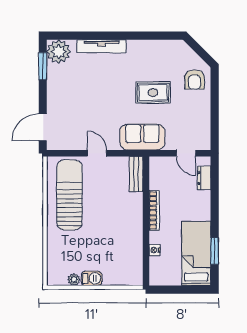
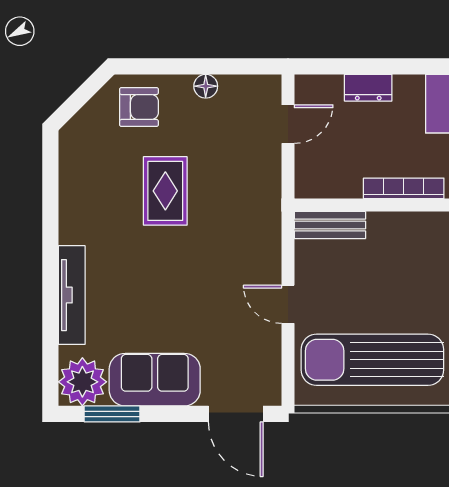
floor lamp: (205, 113) -> (206, 86), added
sofa: (142, 137) -> (155, 380), moved, turned 90
door: (97, 153) -> (288, 304), hinge flipped
dresser: (204, 178) -> (368, 88), moved

